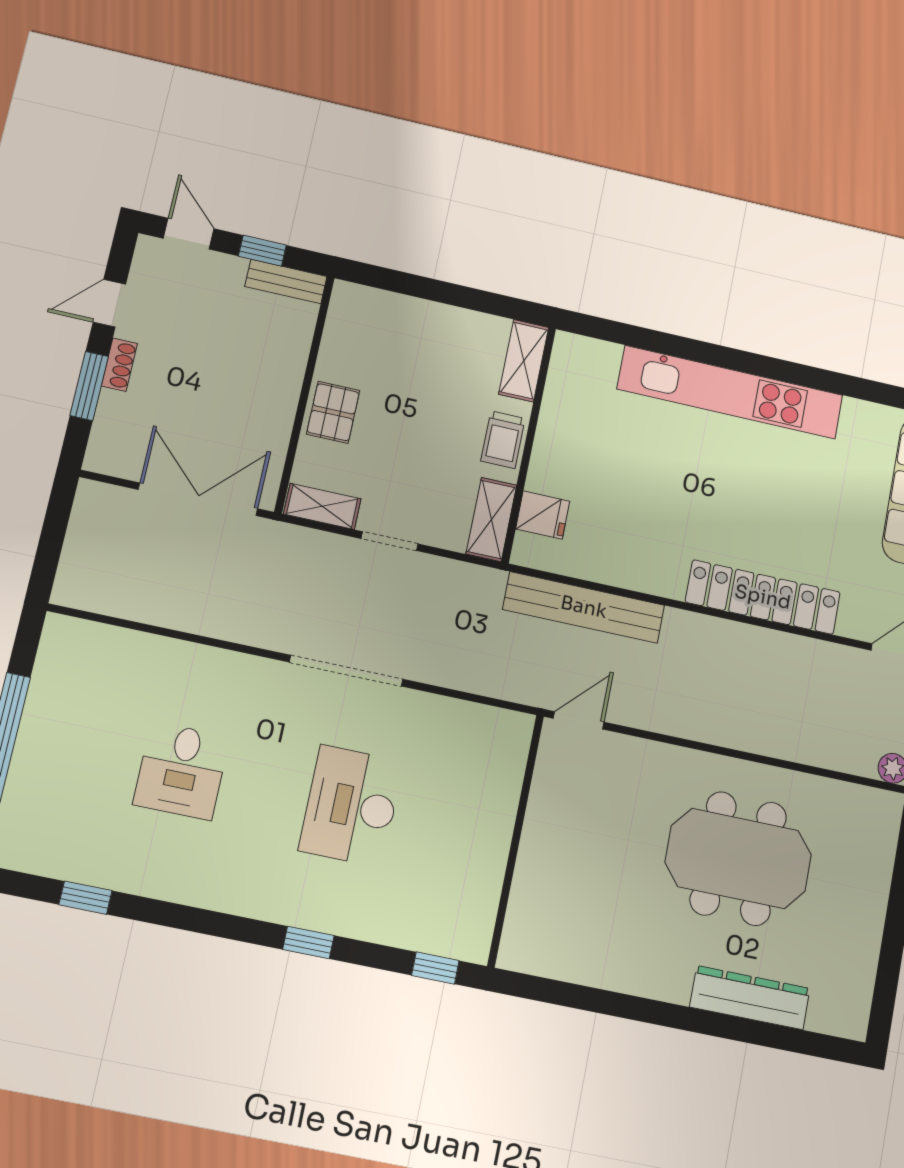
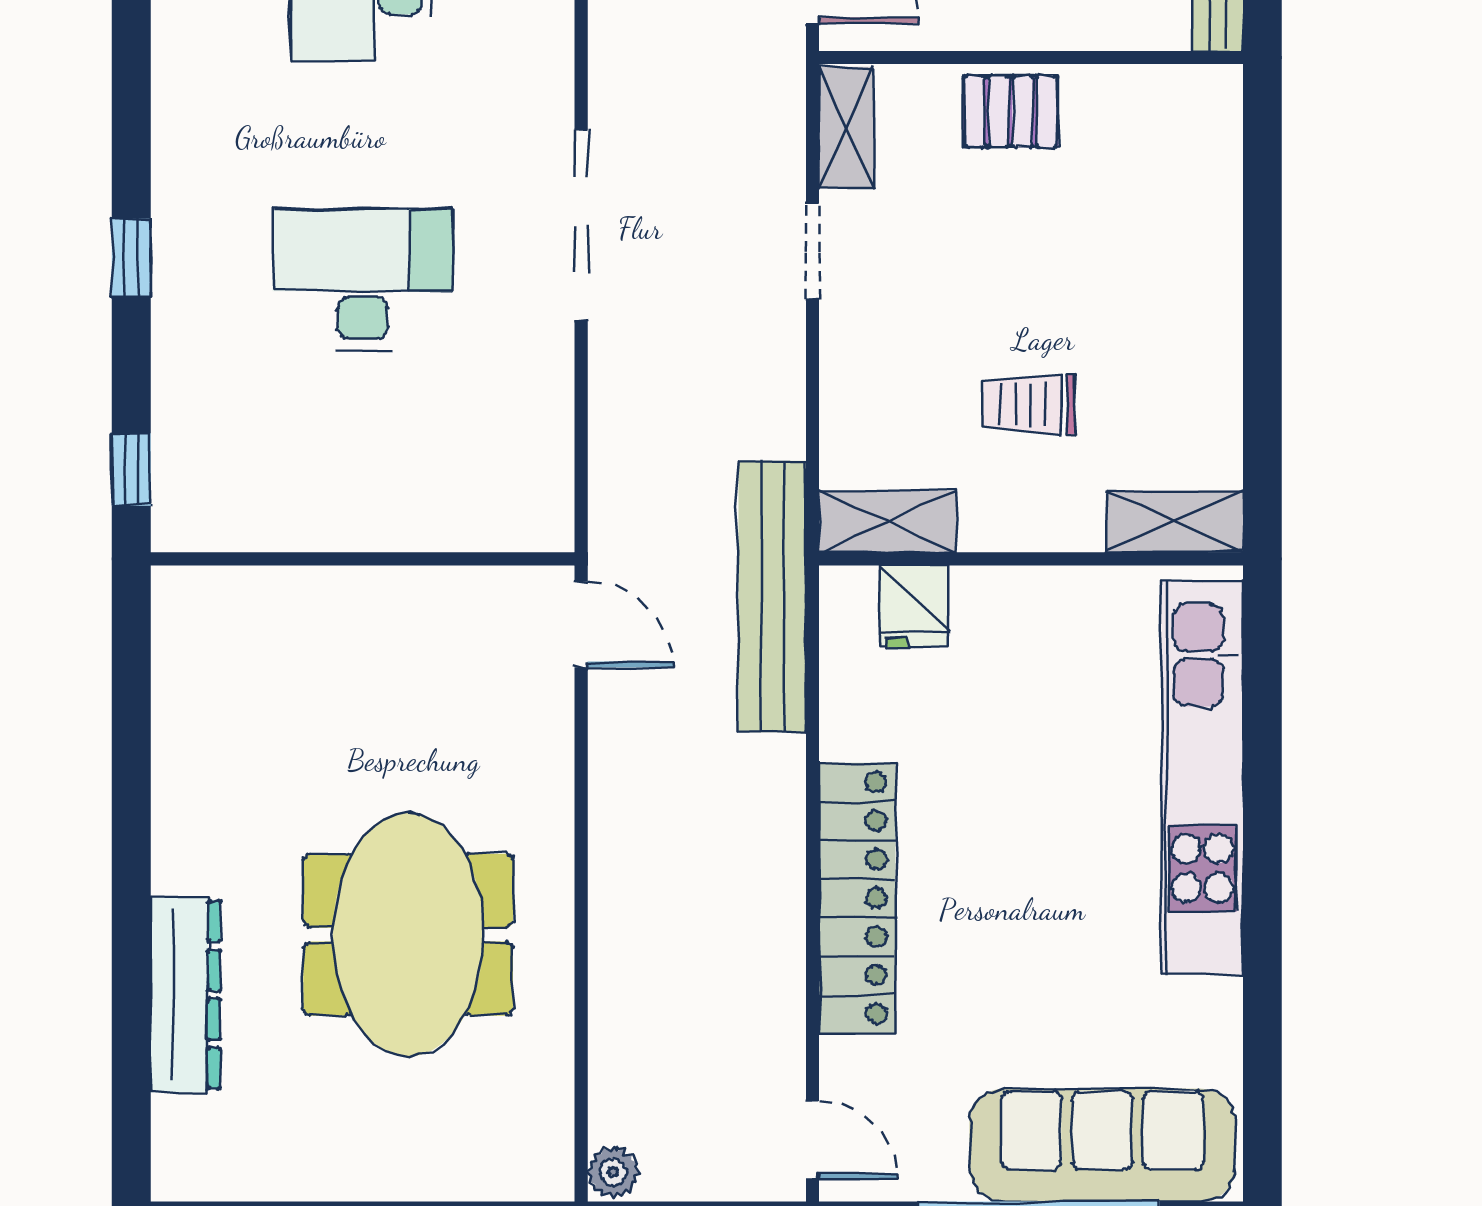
shelving: (524, 361) -> (1174, 522), moved
wall: (529, 444) -> (1031, 559), moved
fridge: (543, 515) -> (914, 606), moved
shelving: (491, 519) -> (887, 522), moved

